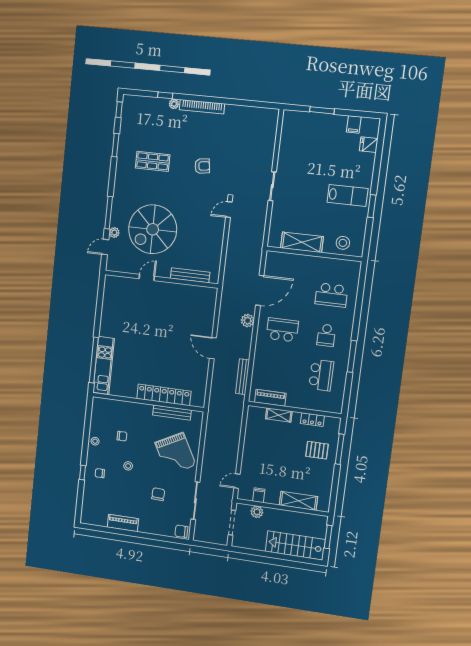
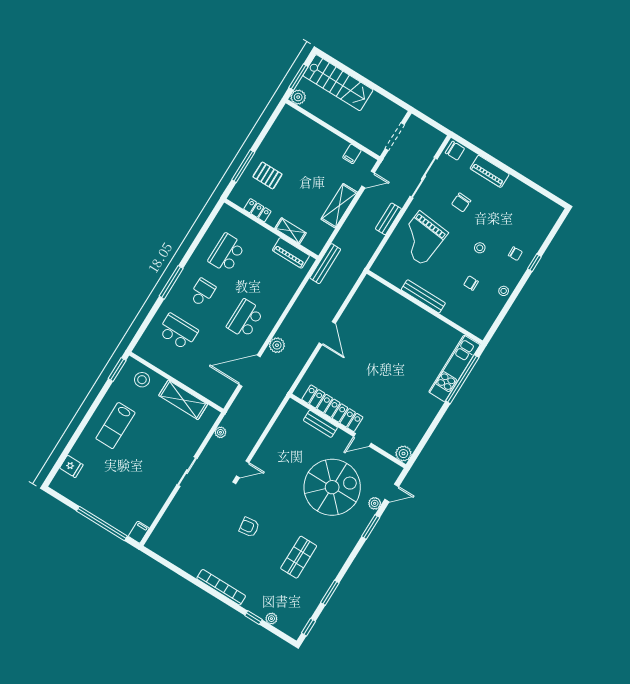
plant: (174, 104) -> (271, 619), moved
window: (322, 110) -> (102, 523), width x2.11
filing cabinet: (354, 124) -> (139, 532), moved
shop shelf: (153, 161) -> (299, 557), turned 90
lab bench: (347, 195) -> (115, 426), turned -90
window: (372, 206) -> (117, 370), moved
window: (109, 213) -> (371, 527), width x0.69
plant: (260, 231) -> (220, 432), added
bench: (190, 275) -> (320, 424), width x0.73
plant: (111, 282) -> (403, 454), added
school desk: (282, 330) -> (245, 319), turned 90
window: (352, 356) -> (171, 282), moved
bench: (243, 377) -> (325, 264), moved
locker: (164, 395) -> (332, 408), moved, turned 180
bench: (172, 413) -> (423, 296), moved
grand piano: (175, 454) -> (421, 238), turned -146
bench: (207, 458) -> (388, 219), added
shelving: (298, 501) -> (339, 206), moved, turned 90
plant: (257, 512) -> (298, 97), moved
piano: (123, 523) -> (490, 171), moved

